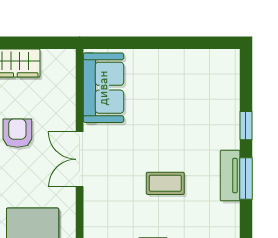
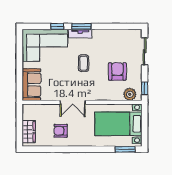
sofa: (103, 88) -> (31, 85), moved, turned 90
corner sofa: (204, 98) -> (45, 45), added

